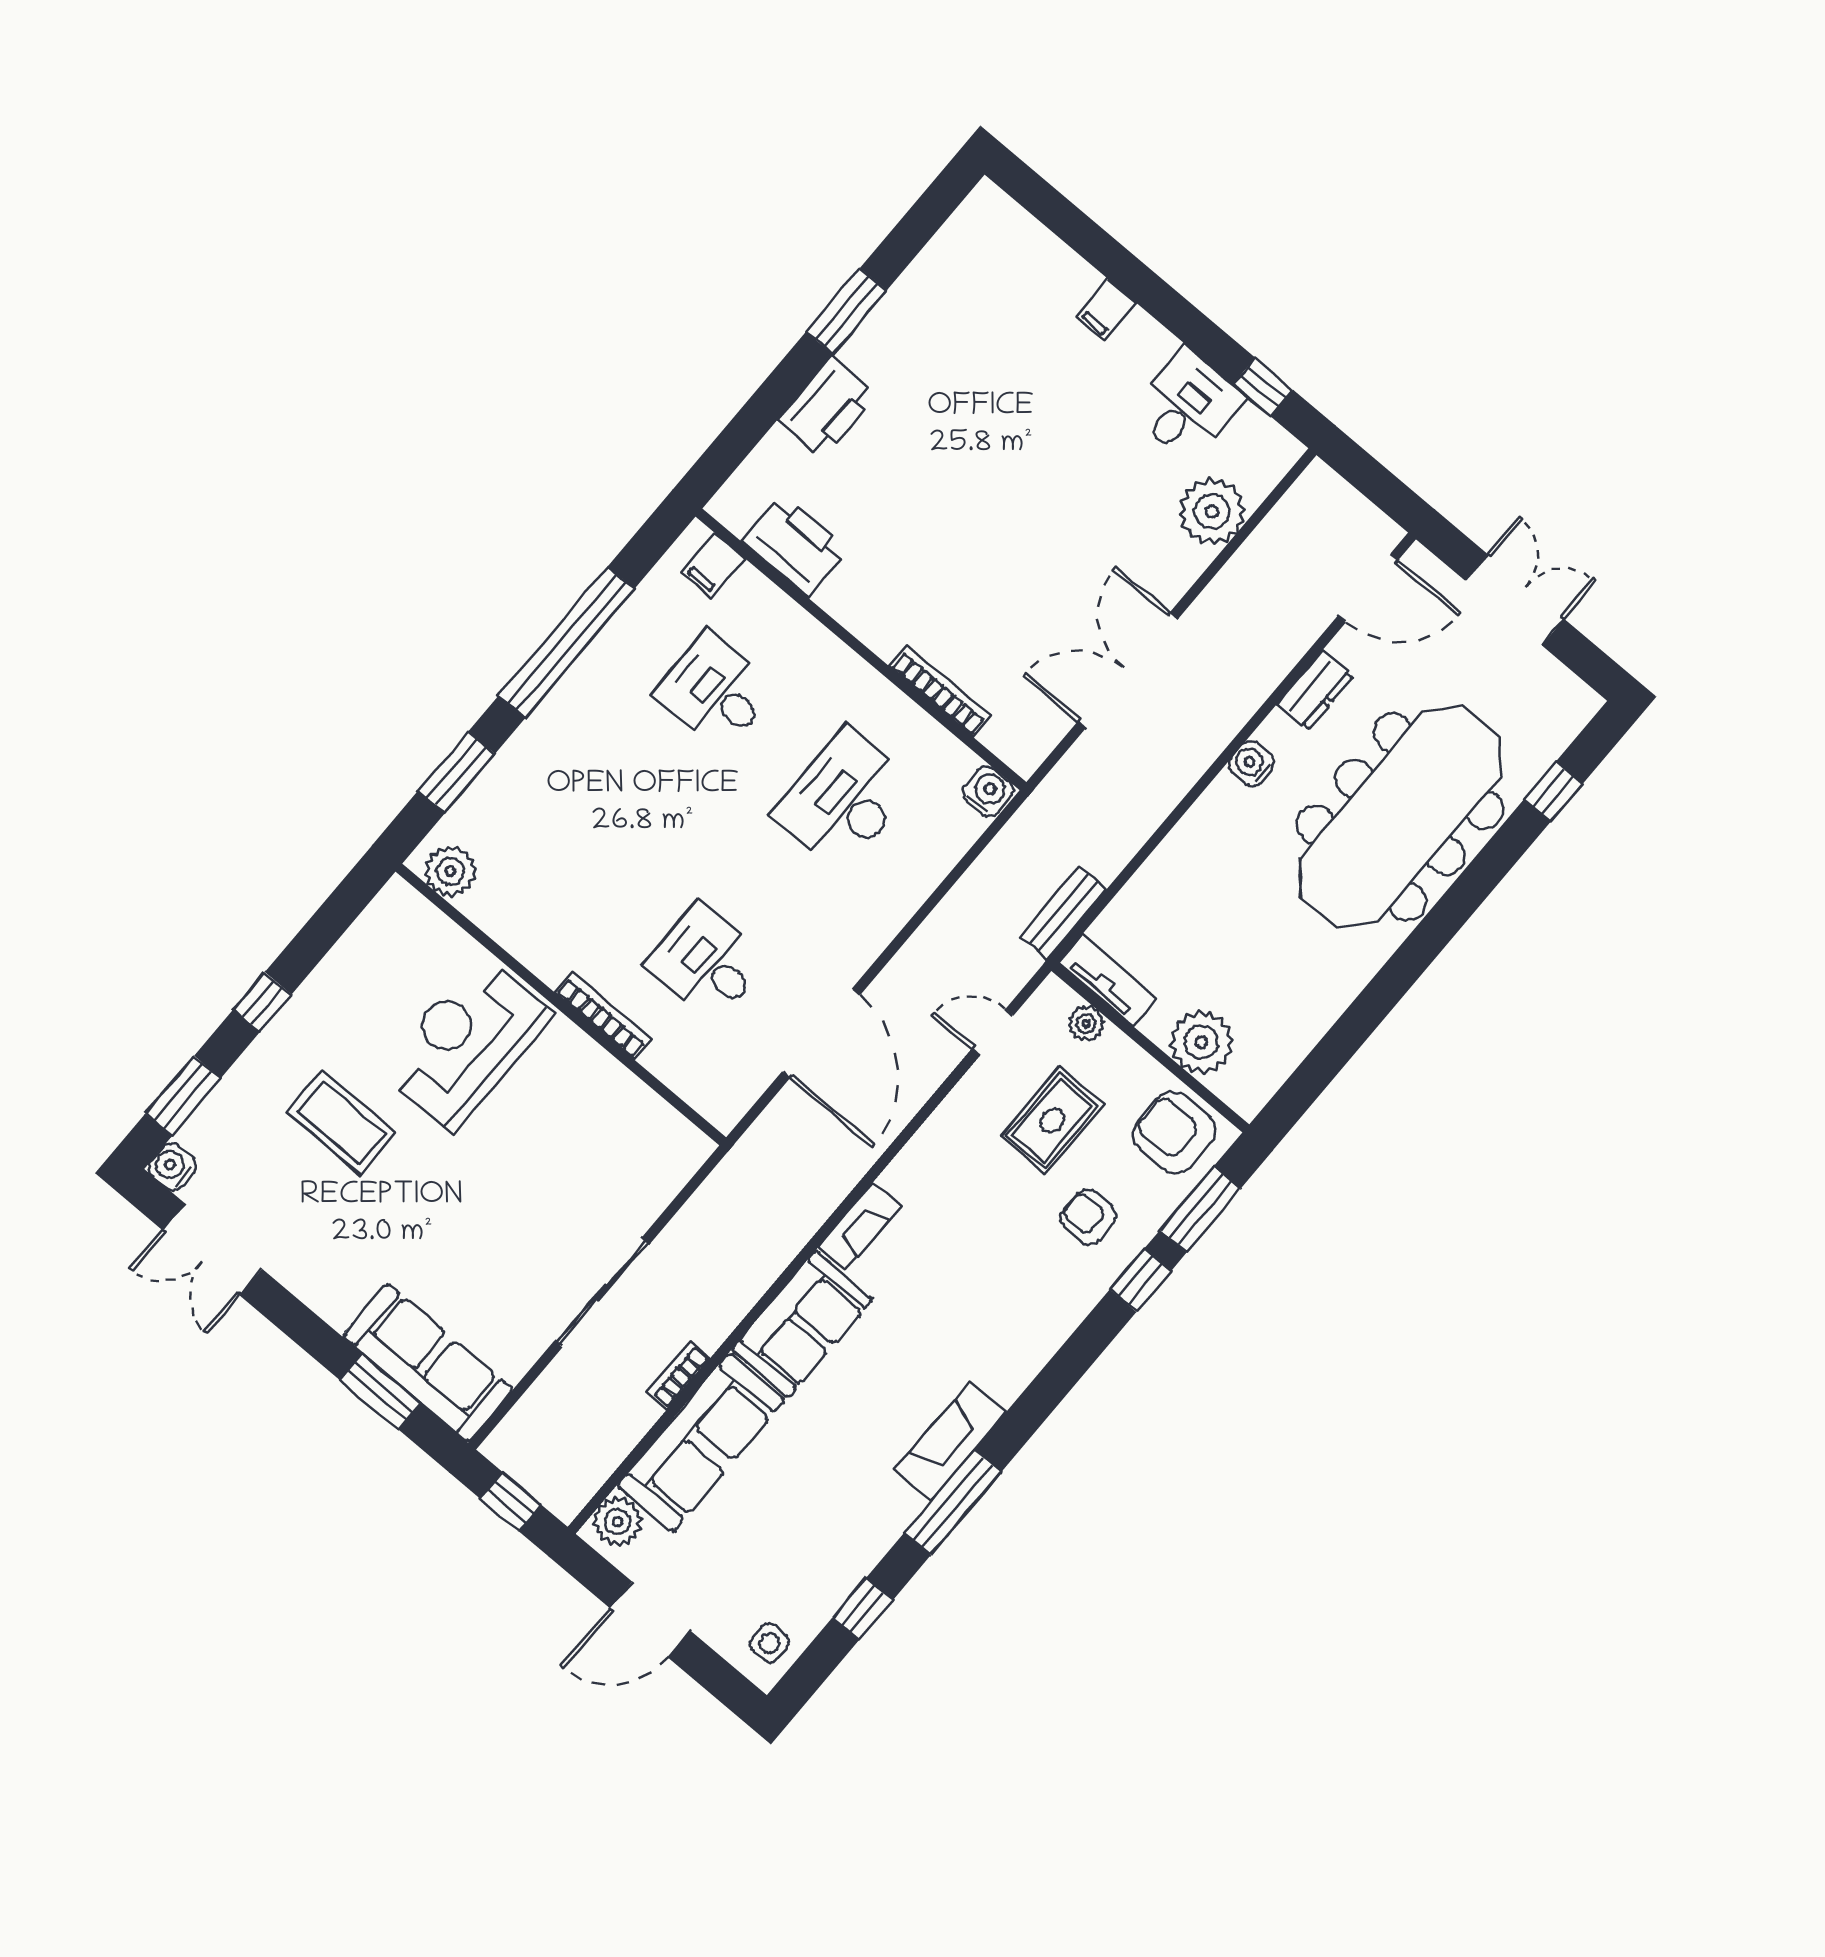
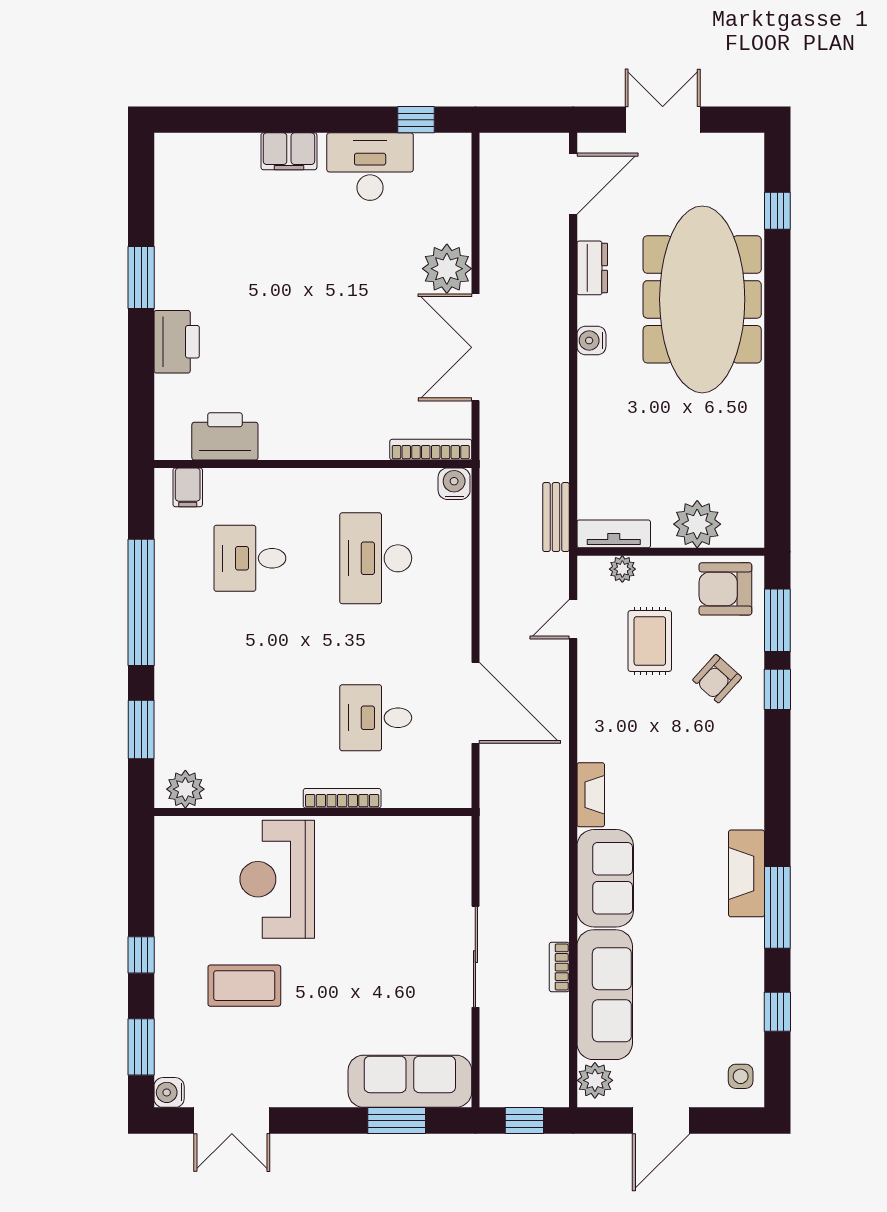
filing cabinet: (1106, 310) -> (289, 151), width x2.00
desk: (1188, 405) -> (370, 167), width x1.37
plant: (1212, 511) -> (447, 269), moved
bookcase: (940, 691) -> (431, 450), moved
armchair: (1088, 1217) -> (717, 679), turned -48

